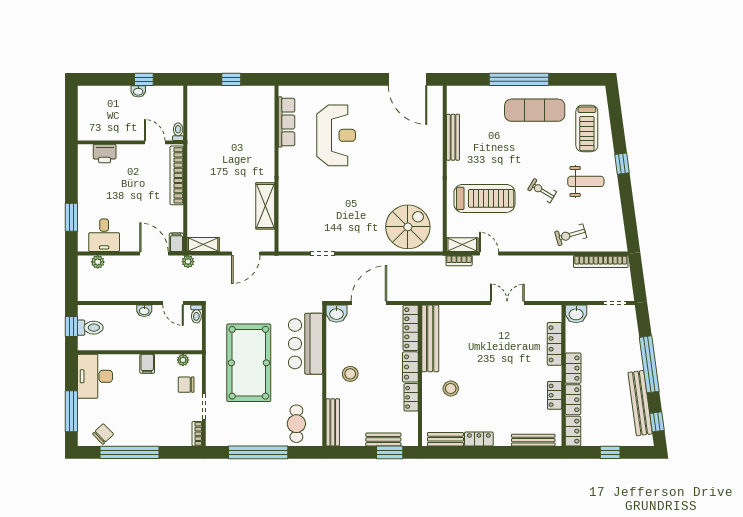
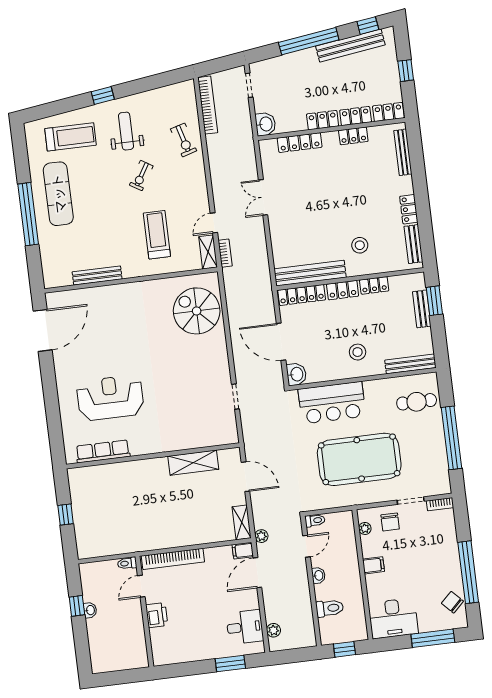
printer: (105, 154) -> (157, 615), moved
treadmill: (484, 198) -> (157, 235), width x0.73, depth x0.73
toilet: (90, 328) -> (330, 608), moved, turned 90

